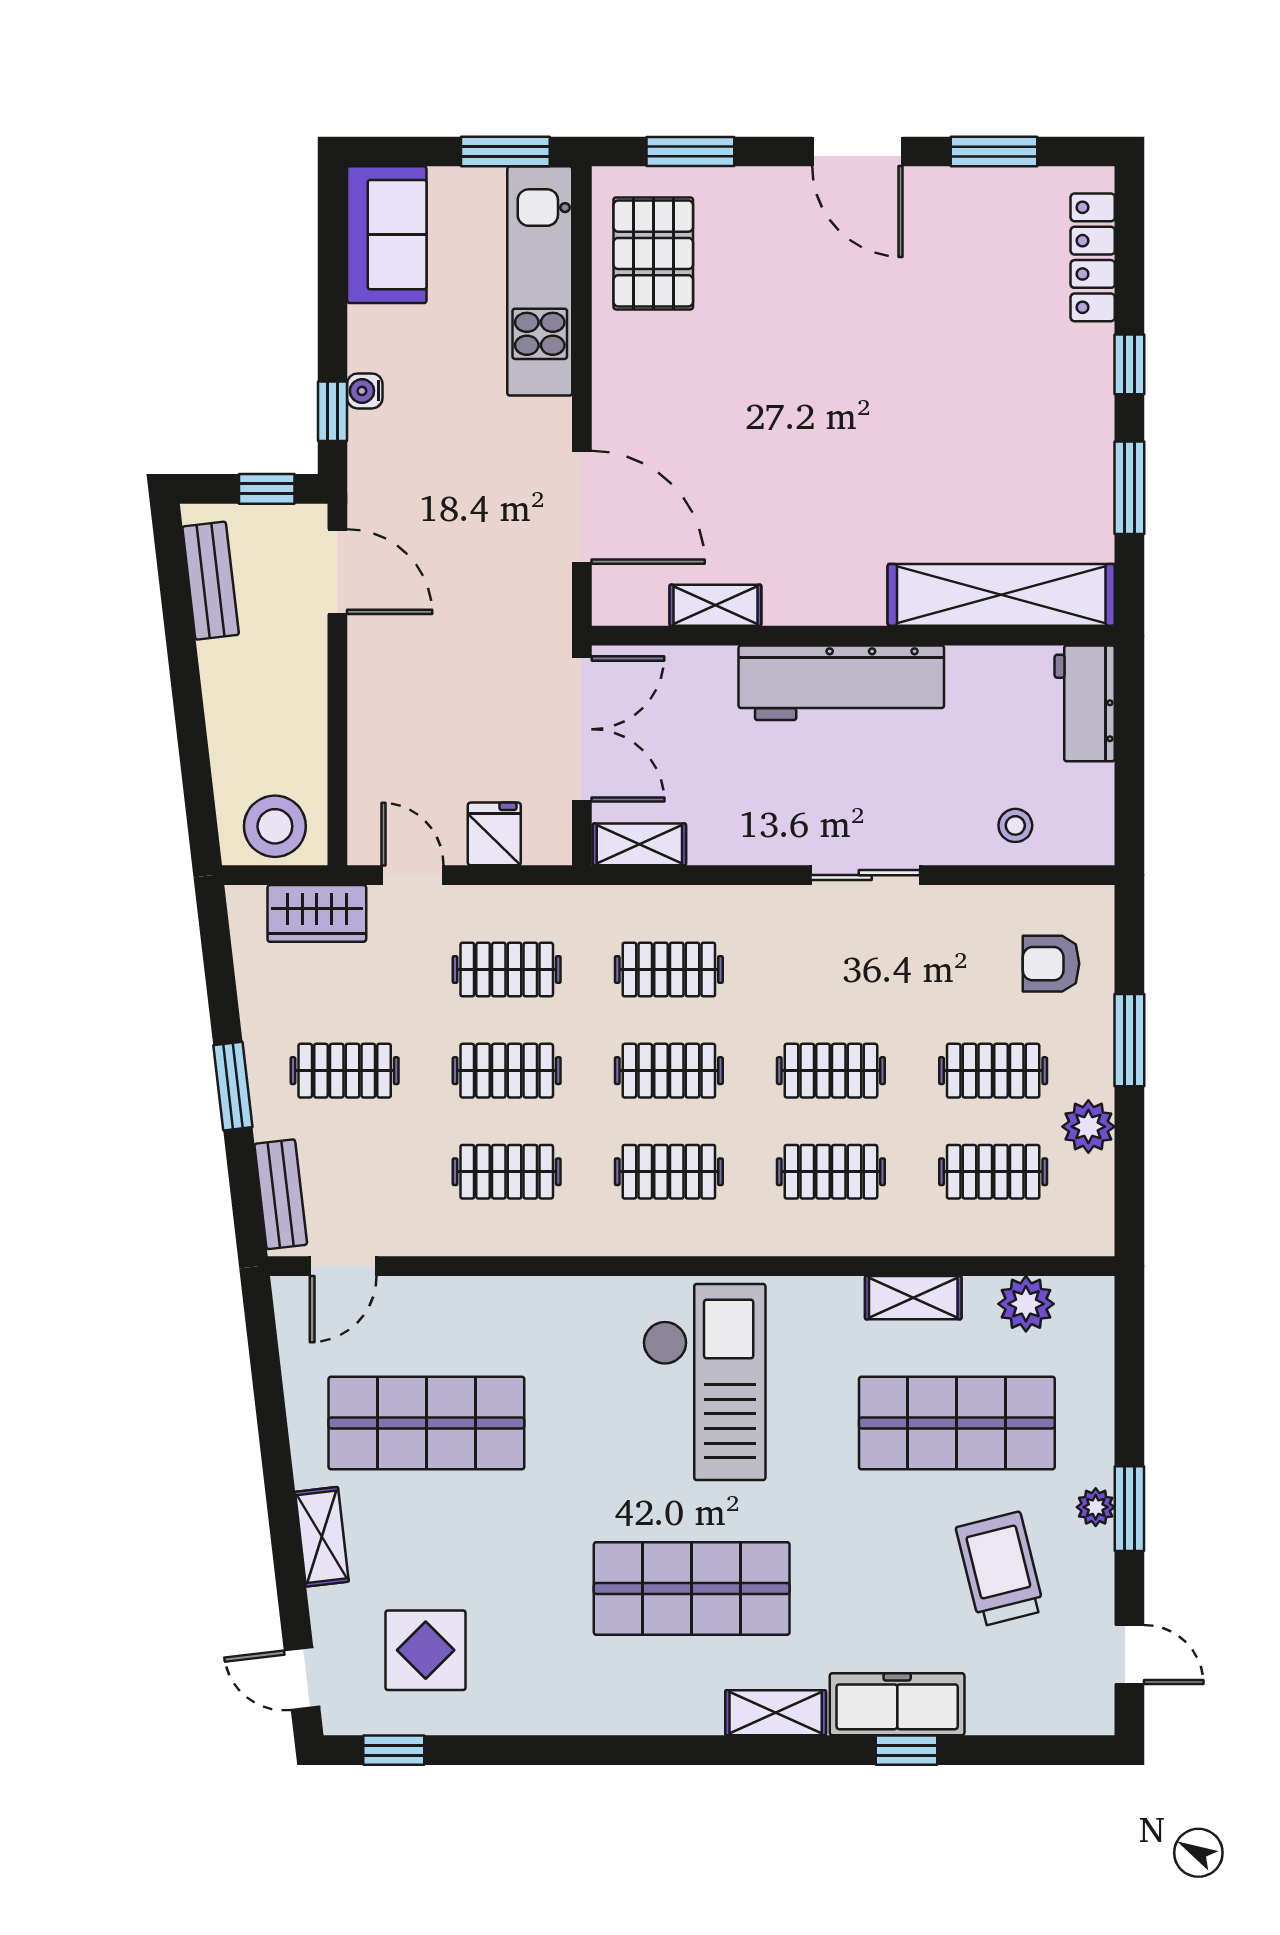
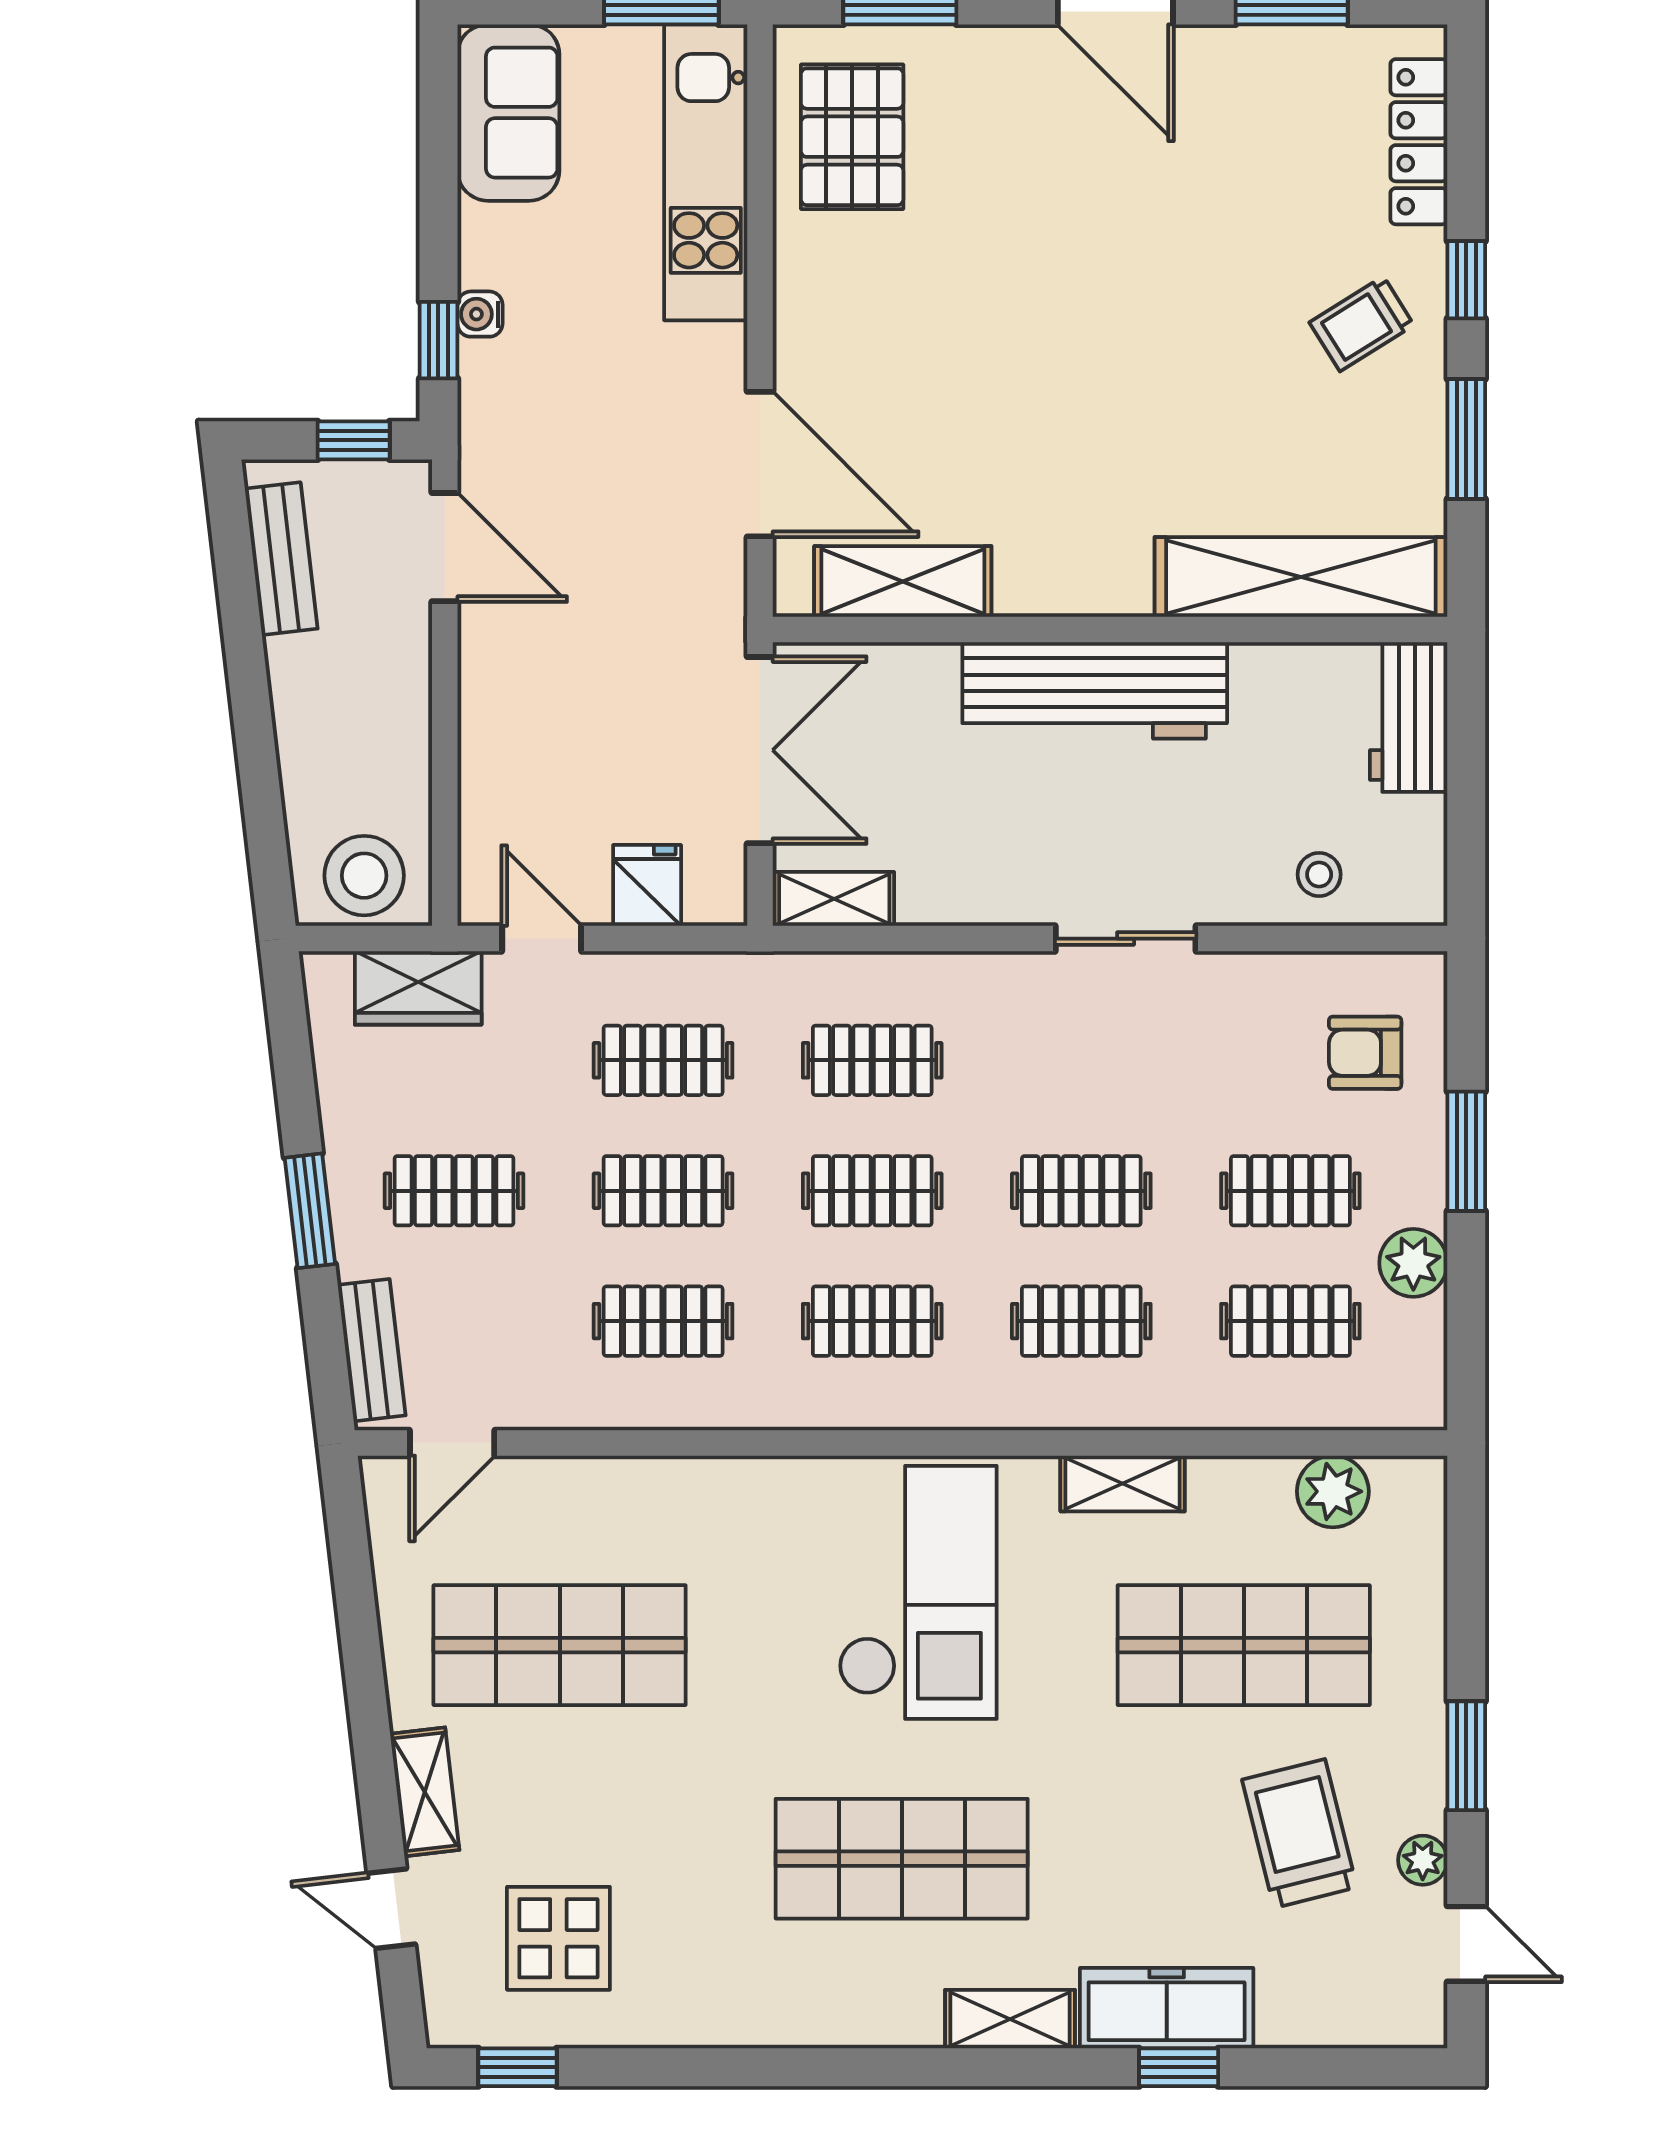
trolley: (1048, 399) -> (1362, 324), added
shelving: (715, 605) -> (903, 582), width x1.50, depth x1.33
shelving: (913, 1298) -> (1123, 1484), moved
plant: (1096, 1507) -> (1423, 1860), moved
door: (302, 1679) -> (391, 1909), moved

